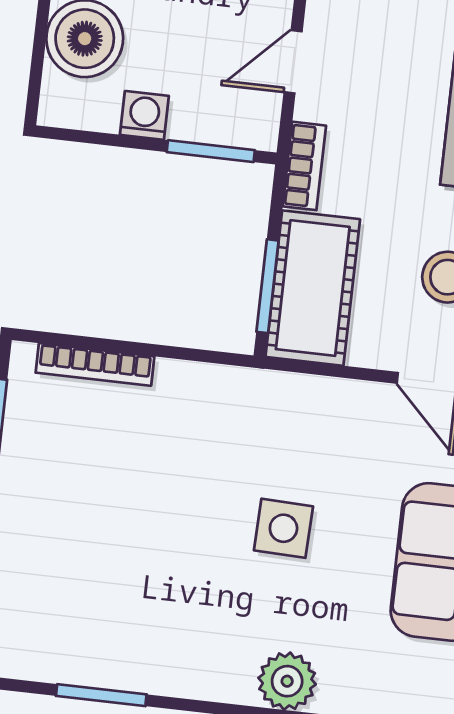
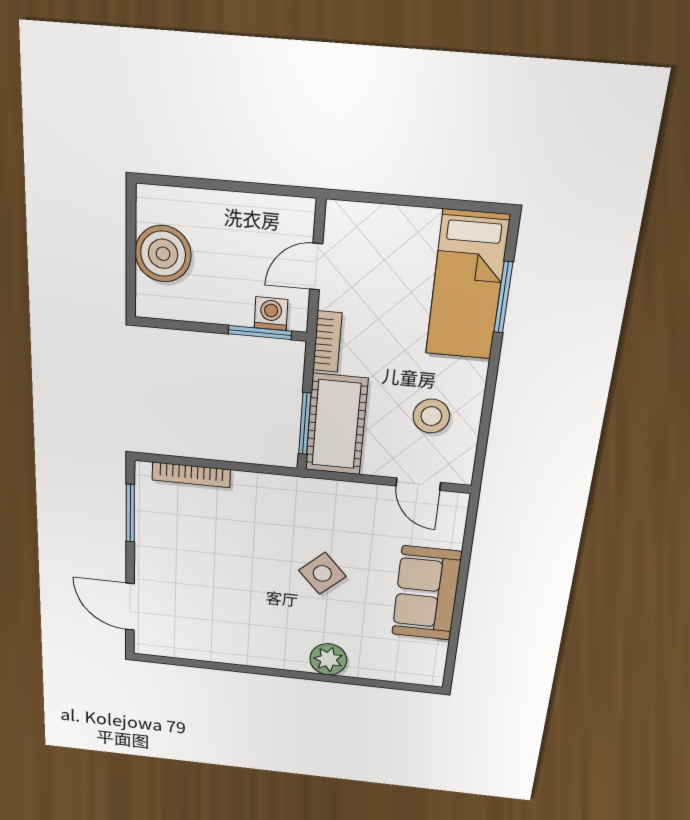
washing machine: (144, 115) -> (271, 314), moved
side table: (283, 528) -> (322, 573), turned 45
window: (101, 695) -> (213, 666), removed

